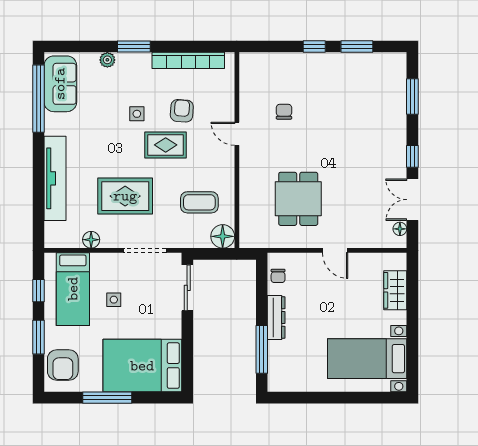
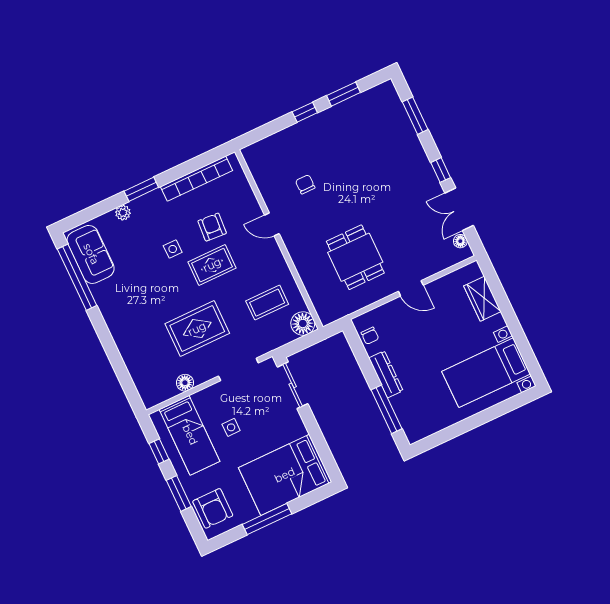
tv unit: (55, 178) -> (126, 342), removed

